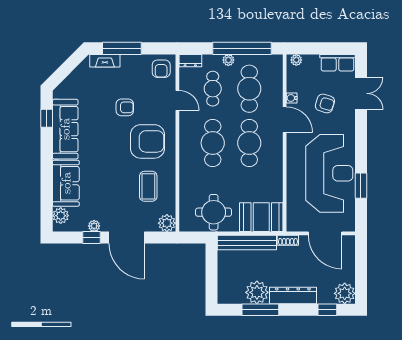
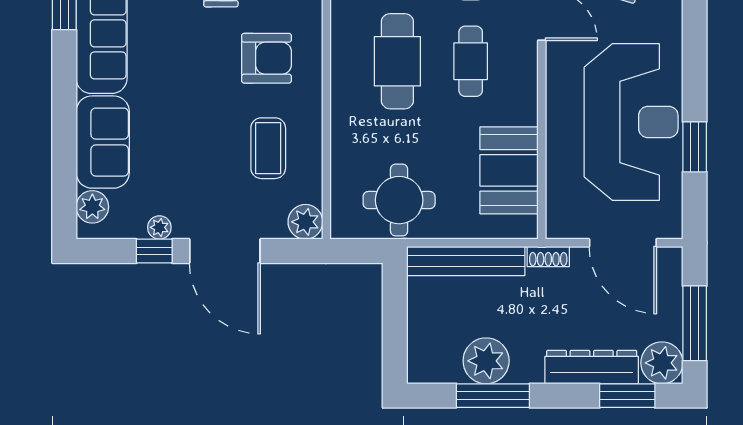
armchair: (147, 141) -> (267, 58), width x0.73, depth x0.73
cafe table: (249, 143) -> (471, 61), width x0.73, depth x0.74
booth: (261, 217) -> (509, 170), moved, turned 90
window: (361, 274) -> (695, 323), added
dresser: (293, 295) -> (592, 367), moved
window: (327, 310) -> (627, 396), width x1.50

